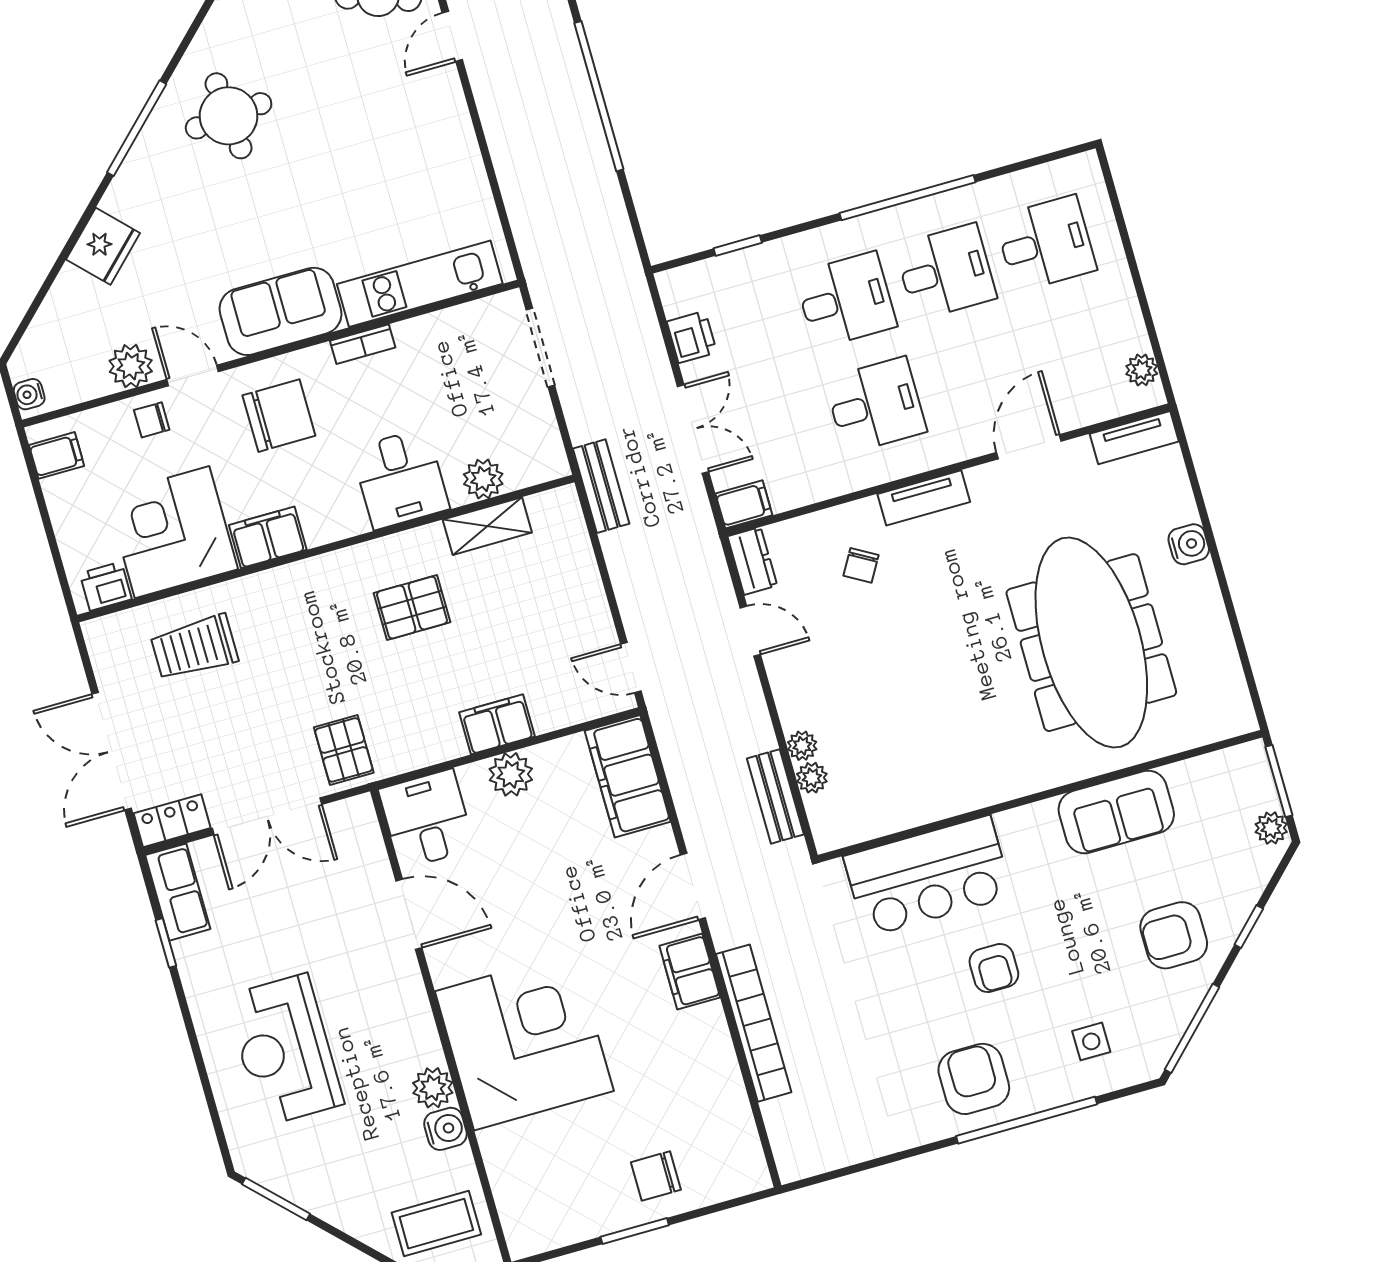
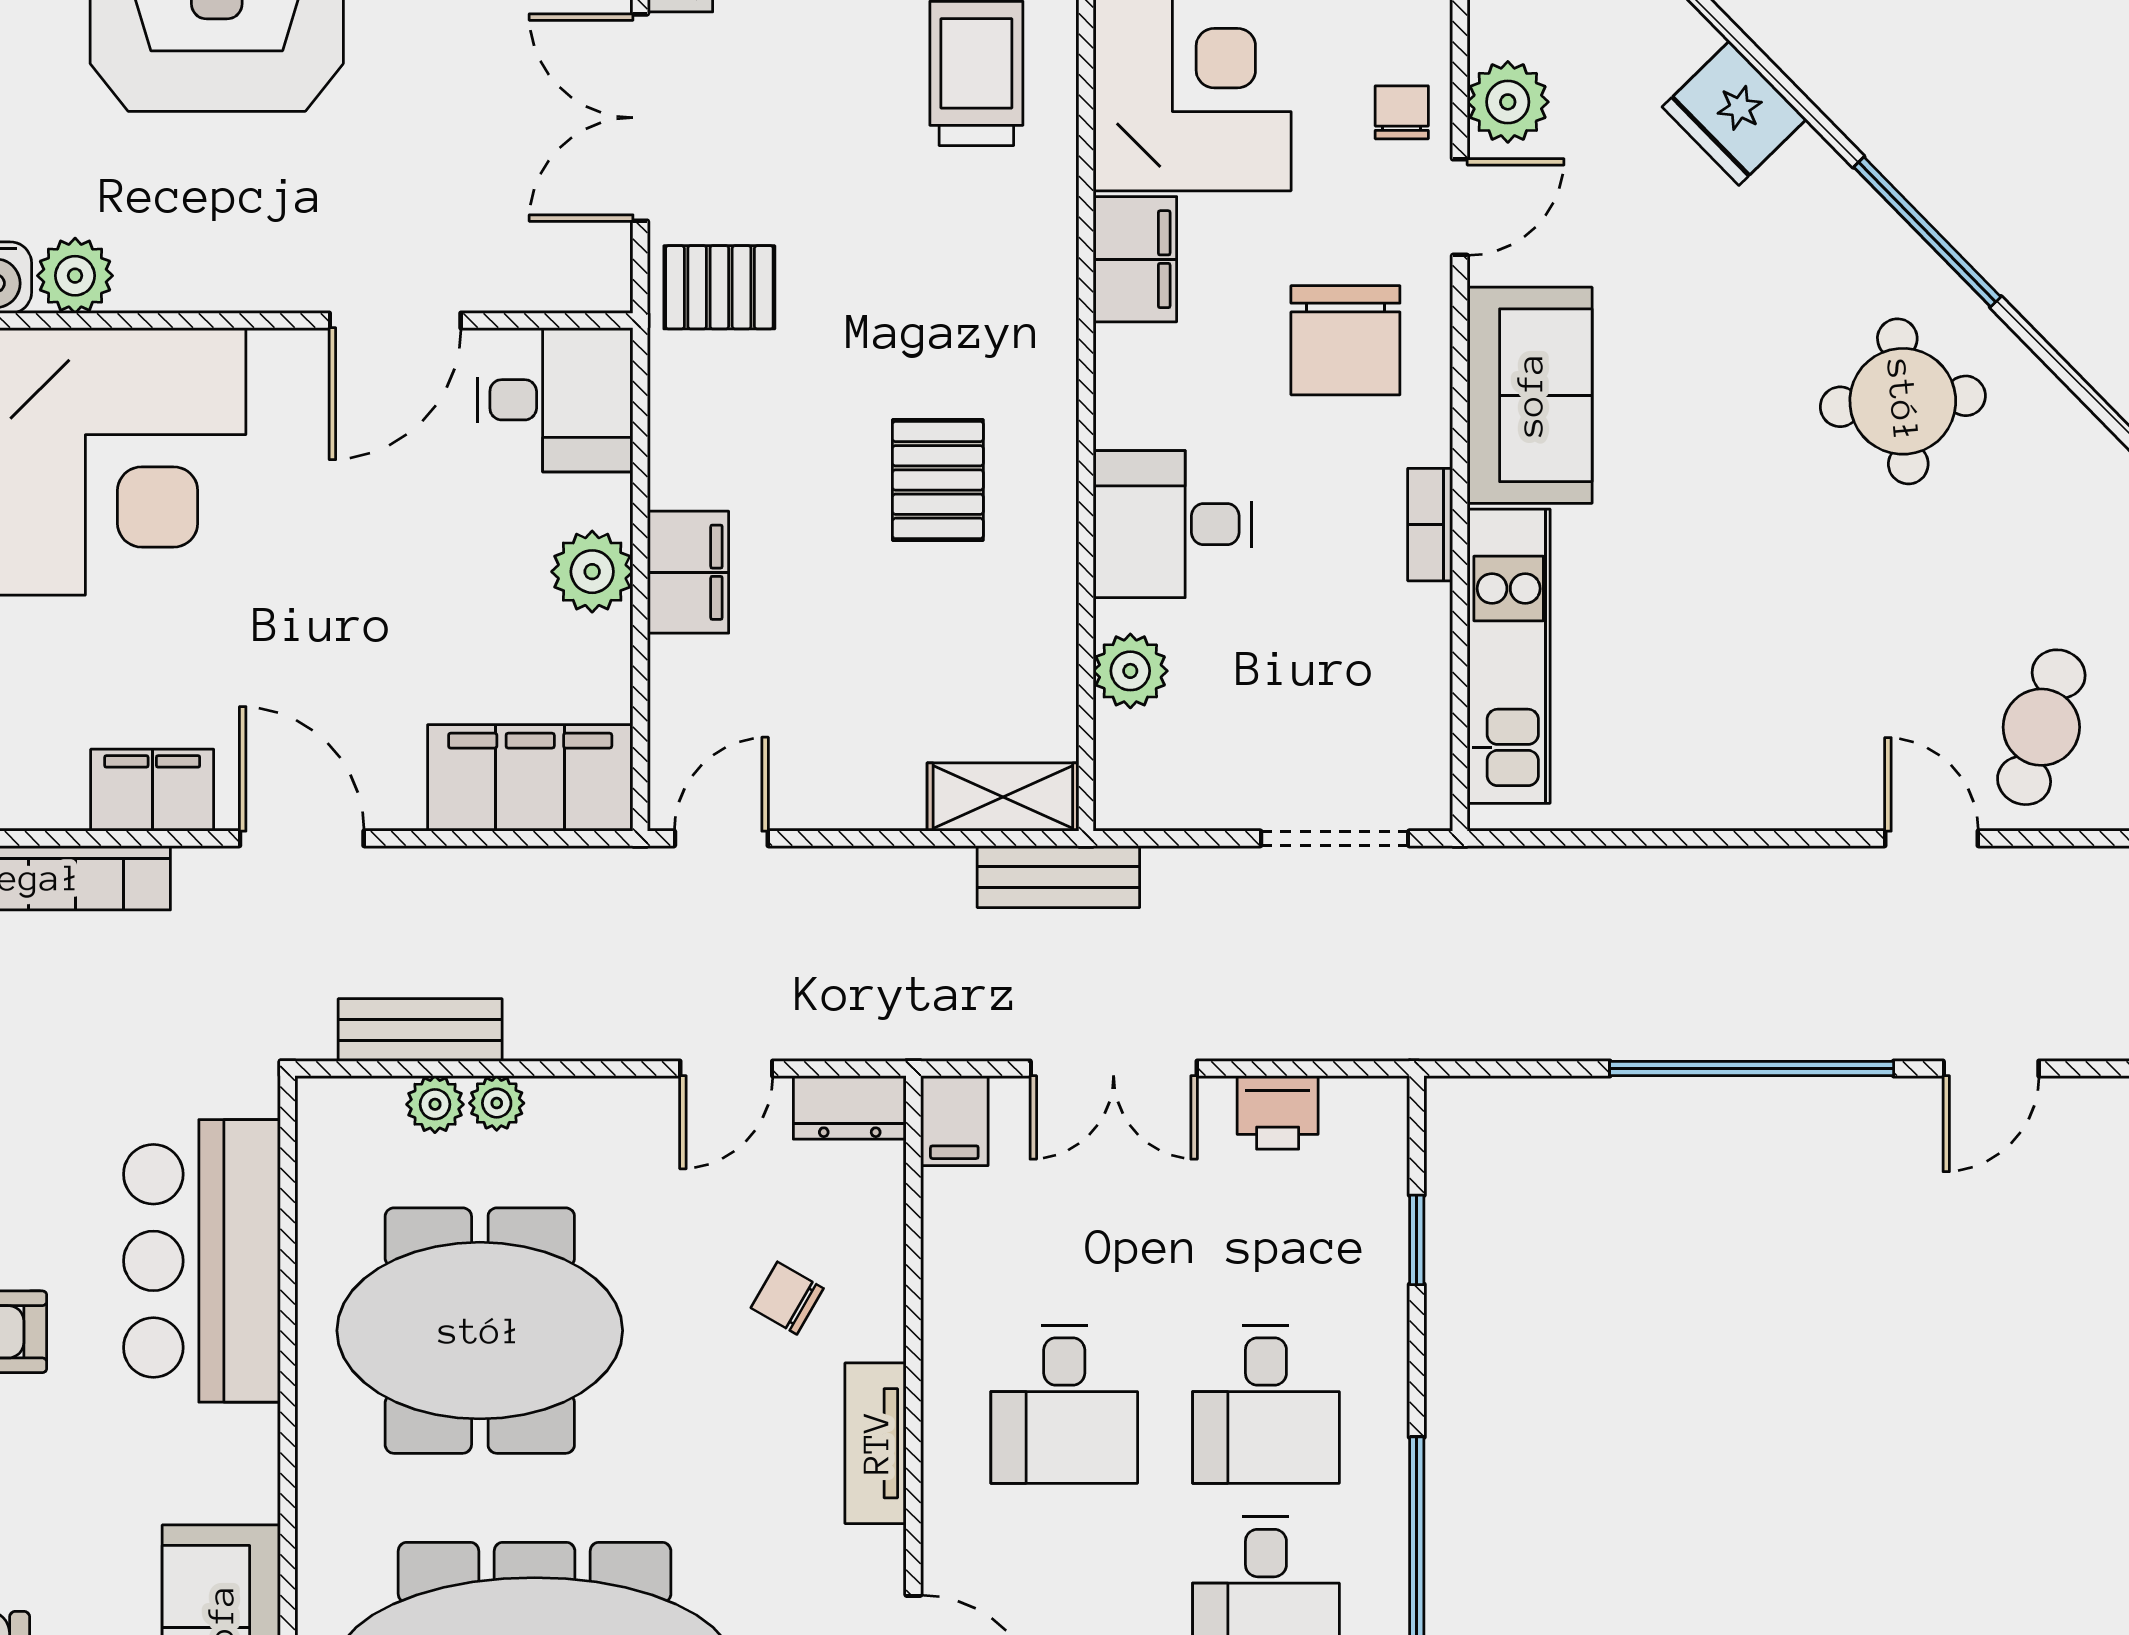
shelving: (487, 526) -> (1003, 797), moved, turned 90
meeting table: (923, 721) -> (480, 1331), added

